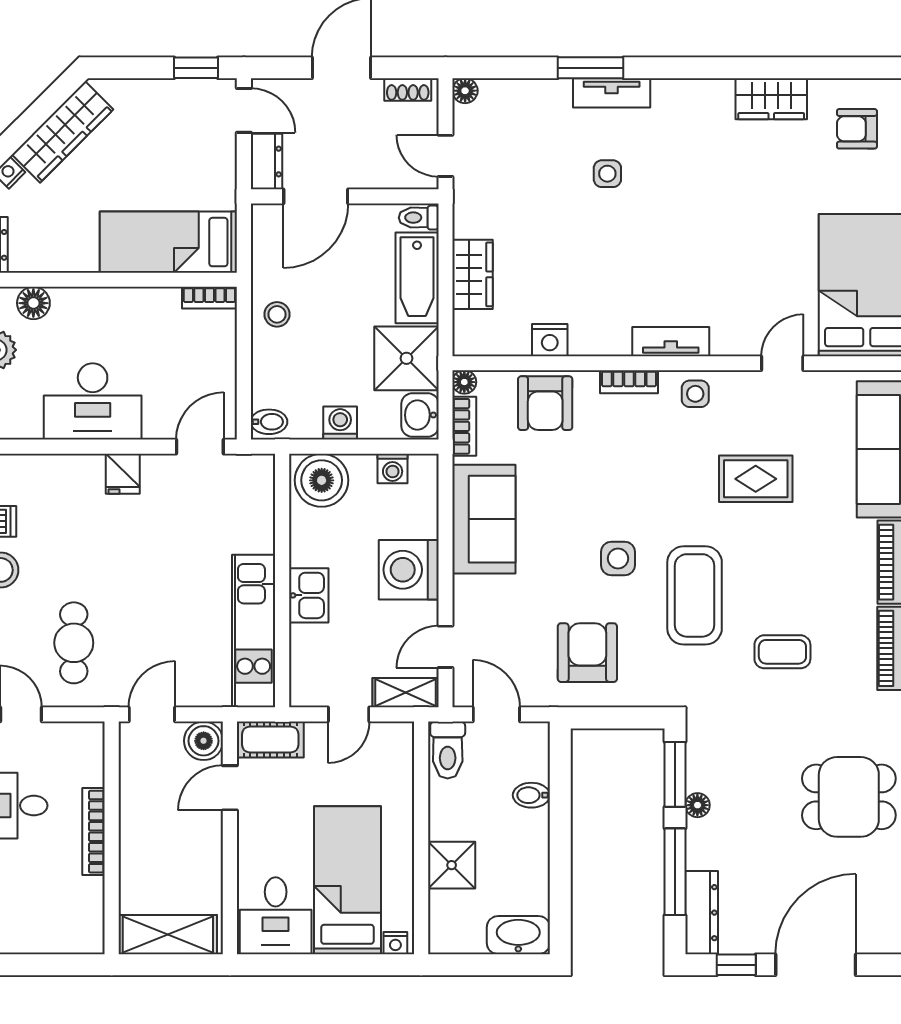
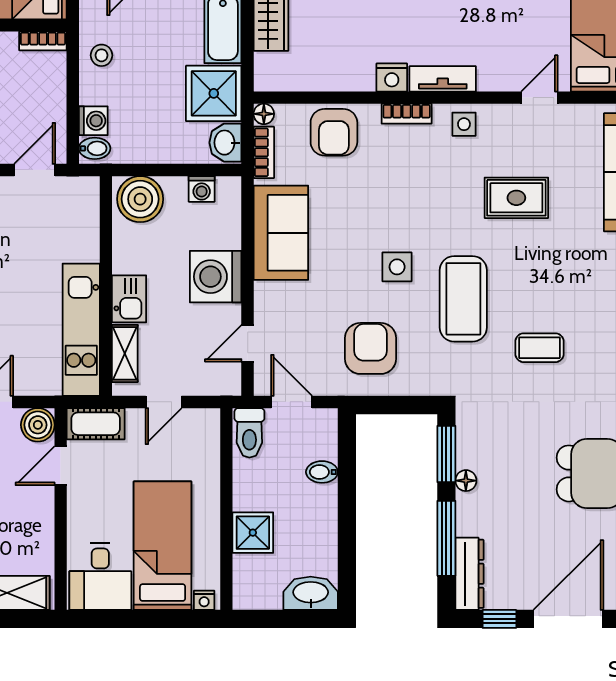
nightstand: (550, 340) -> (392, 78), moved
washing machine: (340, 423) -> (93, 121), moved, turned 90
shelving: (406, 693) -> (125, 353), moved, turned 90

